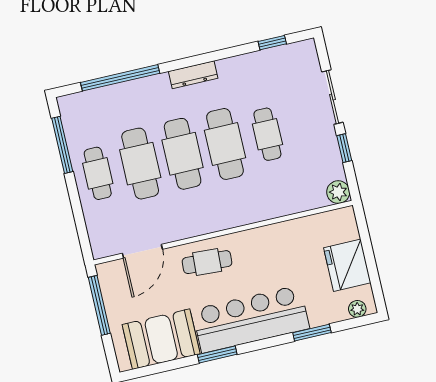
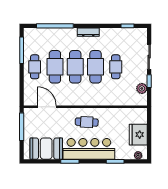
plant: (338, 192) -> (142, 88), moved
door: (142, 251) -> (47, 107), swing flipped
cafe table: (207, 262) -> (87, 122), moved

